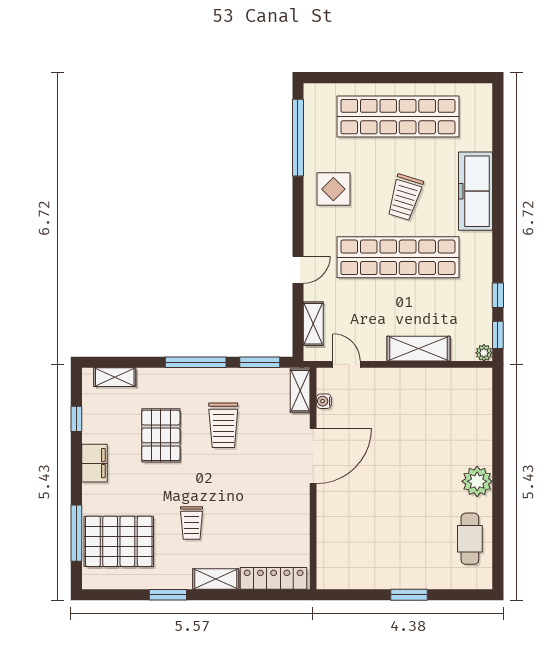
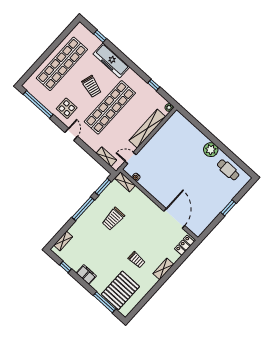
door: (298, 270) -> (71, 134), moved
window: (498, 335) -> (100, 36), moved
shelving: (418, 349) -> (147, 129), width x1.47
trolley: (223, 425) -> (113, 219), turned 90
pallet: (161, 435) -> (97, 243), removed
door: (313, 456) -> (174, 218), moved
locker: (274, 578) -> (184, 245), width x0.66
window: (168, 595) -> (154, 290), removed

